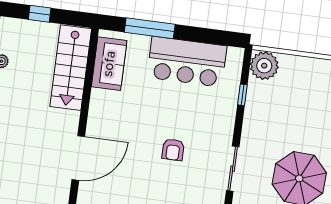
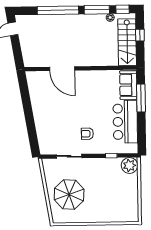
sofa: (109, 64) -> (128, 85), moved, turned 90
stairs: (71, 68) -> (127, 42), moved, turned -90
armchair: (173, 150) -> (87, 134), moved

